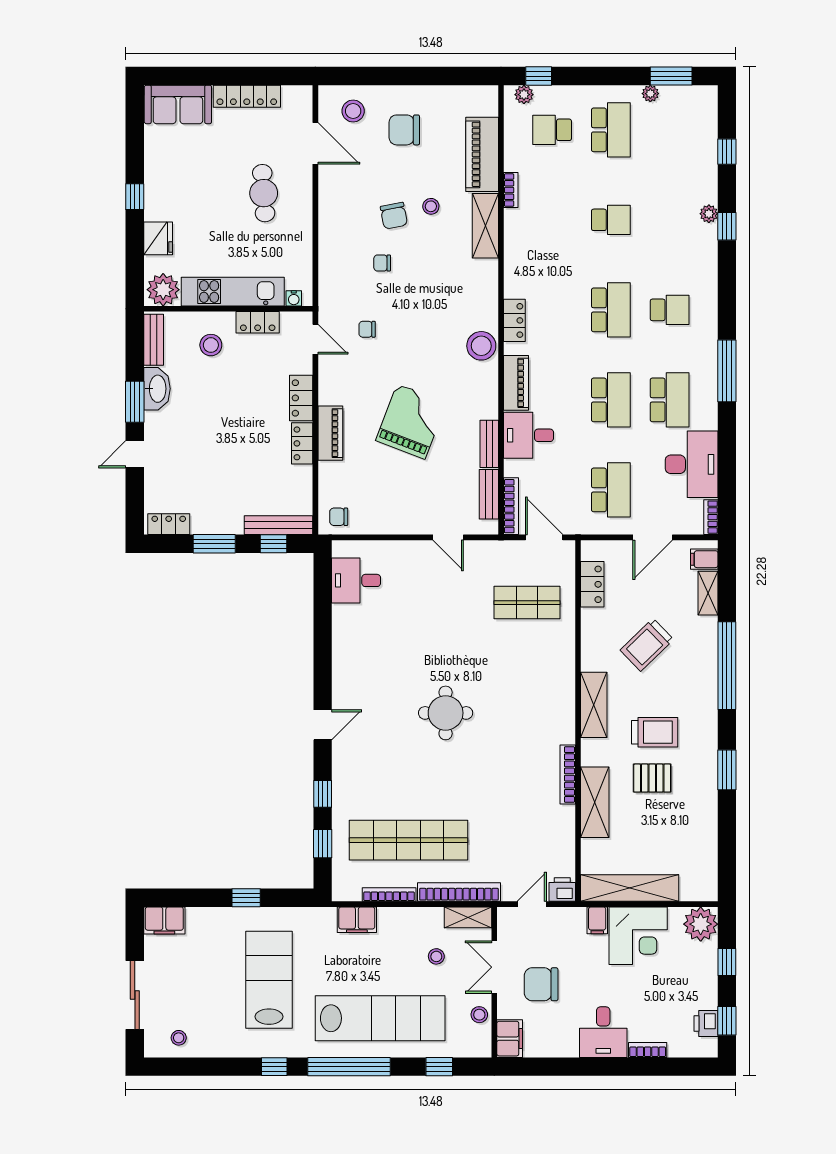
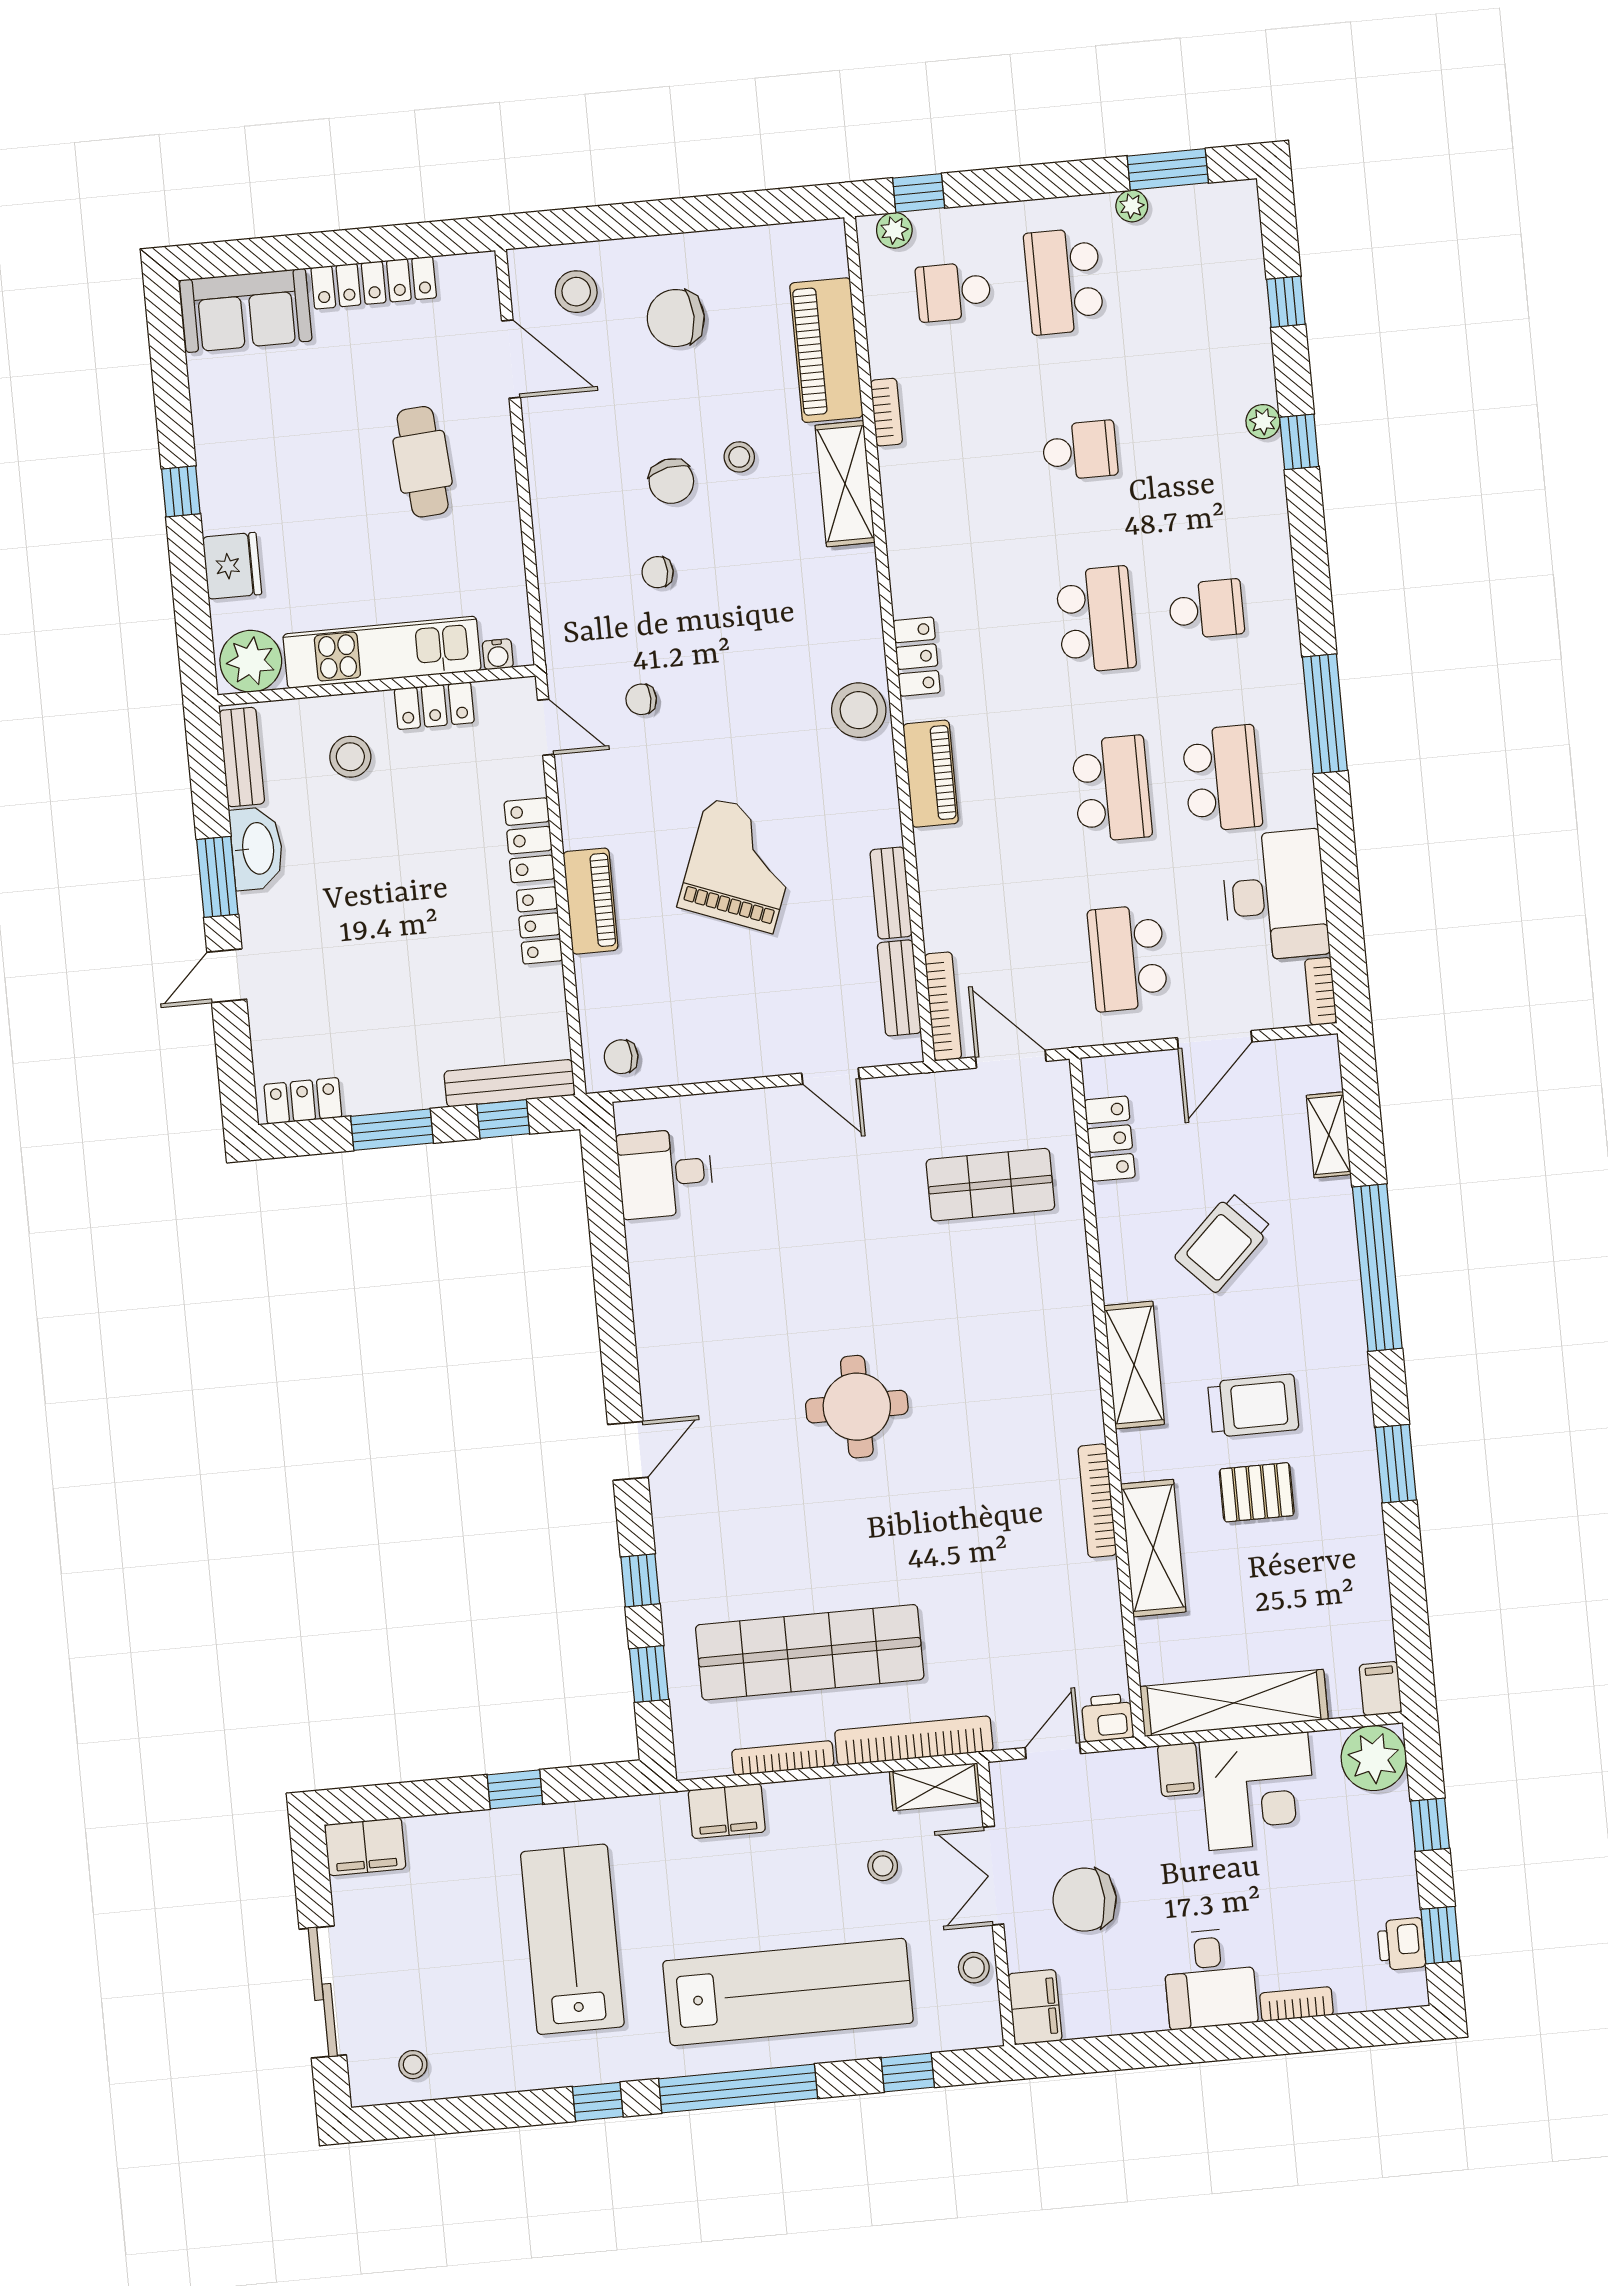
school desk: (611, 130) -> (1064, 281), turned 180
desk: (529, 435) -> (964, 870), removed
school desk: (611, 490) -> (1128, 958), turned 180
filing cabinet: (704, 559) -> (1381, 1689), moved, turned 90

